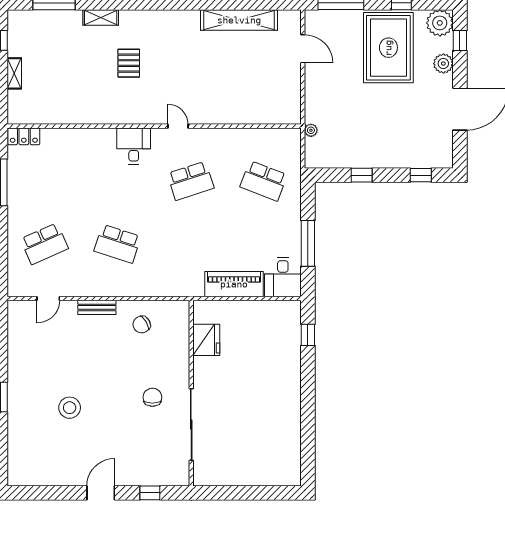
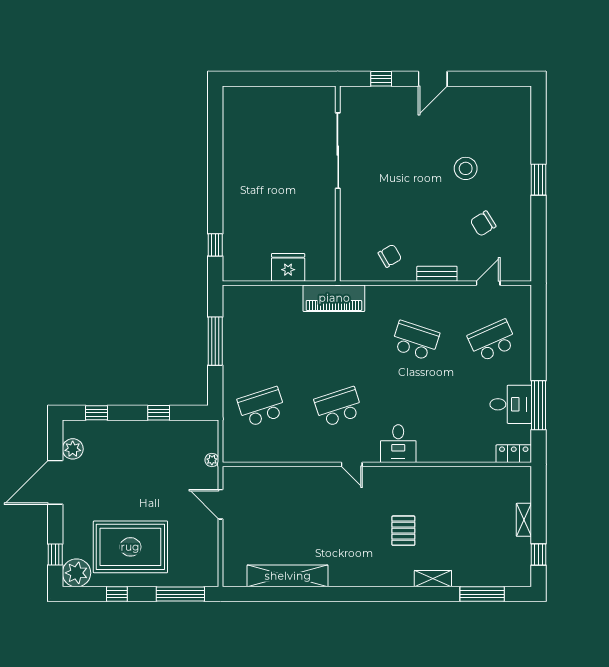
rug: (388, 48) -> (130, 547), turned 90
door: (303, 49) -> (221, 504), moved
plant: (443, 64) -> (73, 449), moved
school desk: (264, 181) -> (262, 407), turned -39
desk: (283, 277) -> (511, 404), moved, turned 90
piano: (234, 284) -> (334, 298), moved
fridge: (206, 340) -> (288, 267), moved, turned 90
chair: (152, 397) -> (483, 224), moved, turned 58

